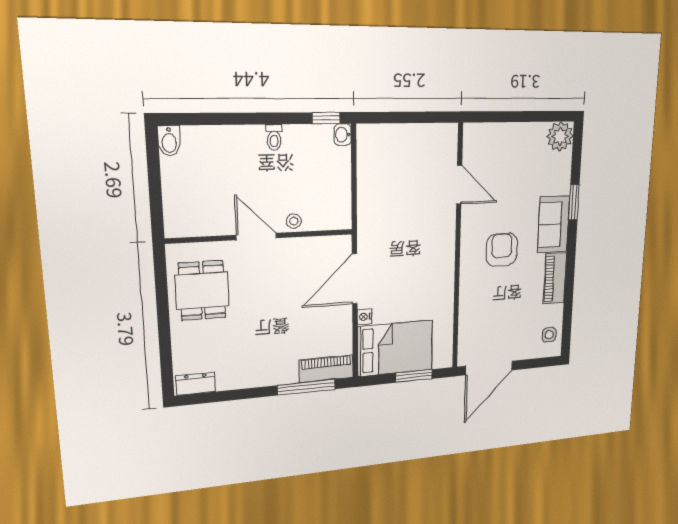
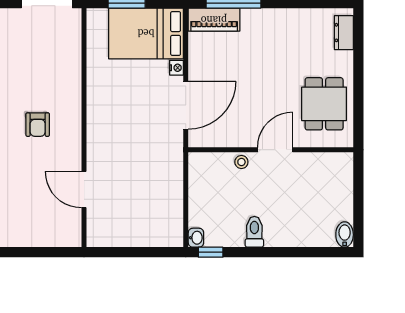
toilet: (274, 137) -> (254, 232), width x1.37, depth x1.39
door: (256, 237) -> (275, 150), swing flipped
armchair: (502, 250) -> (38, 125), width x0.72, depth x0.72
dresser: (196, 384) -> (344, 33), moved, turned 90

